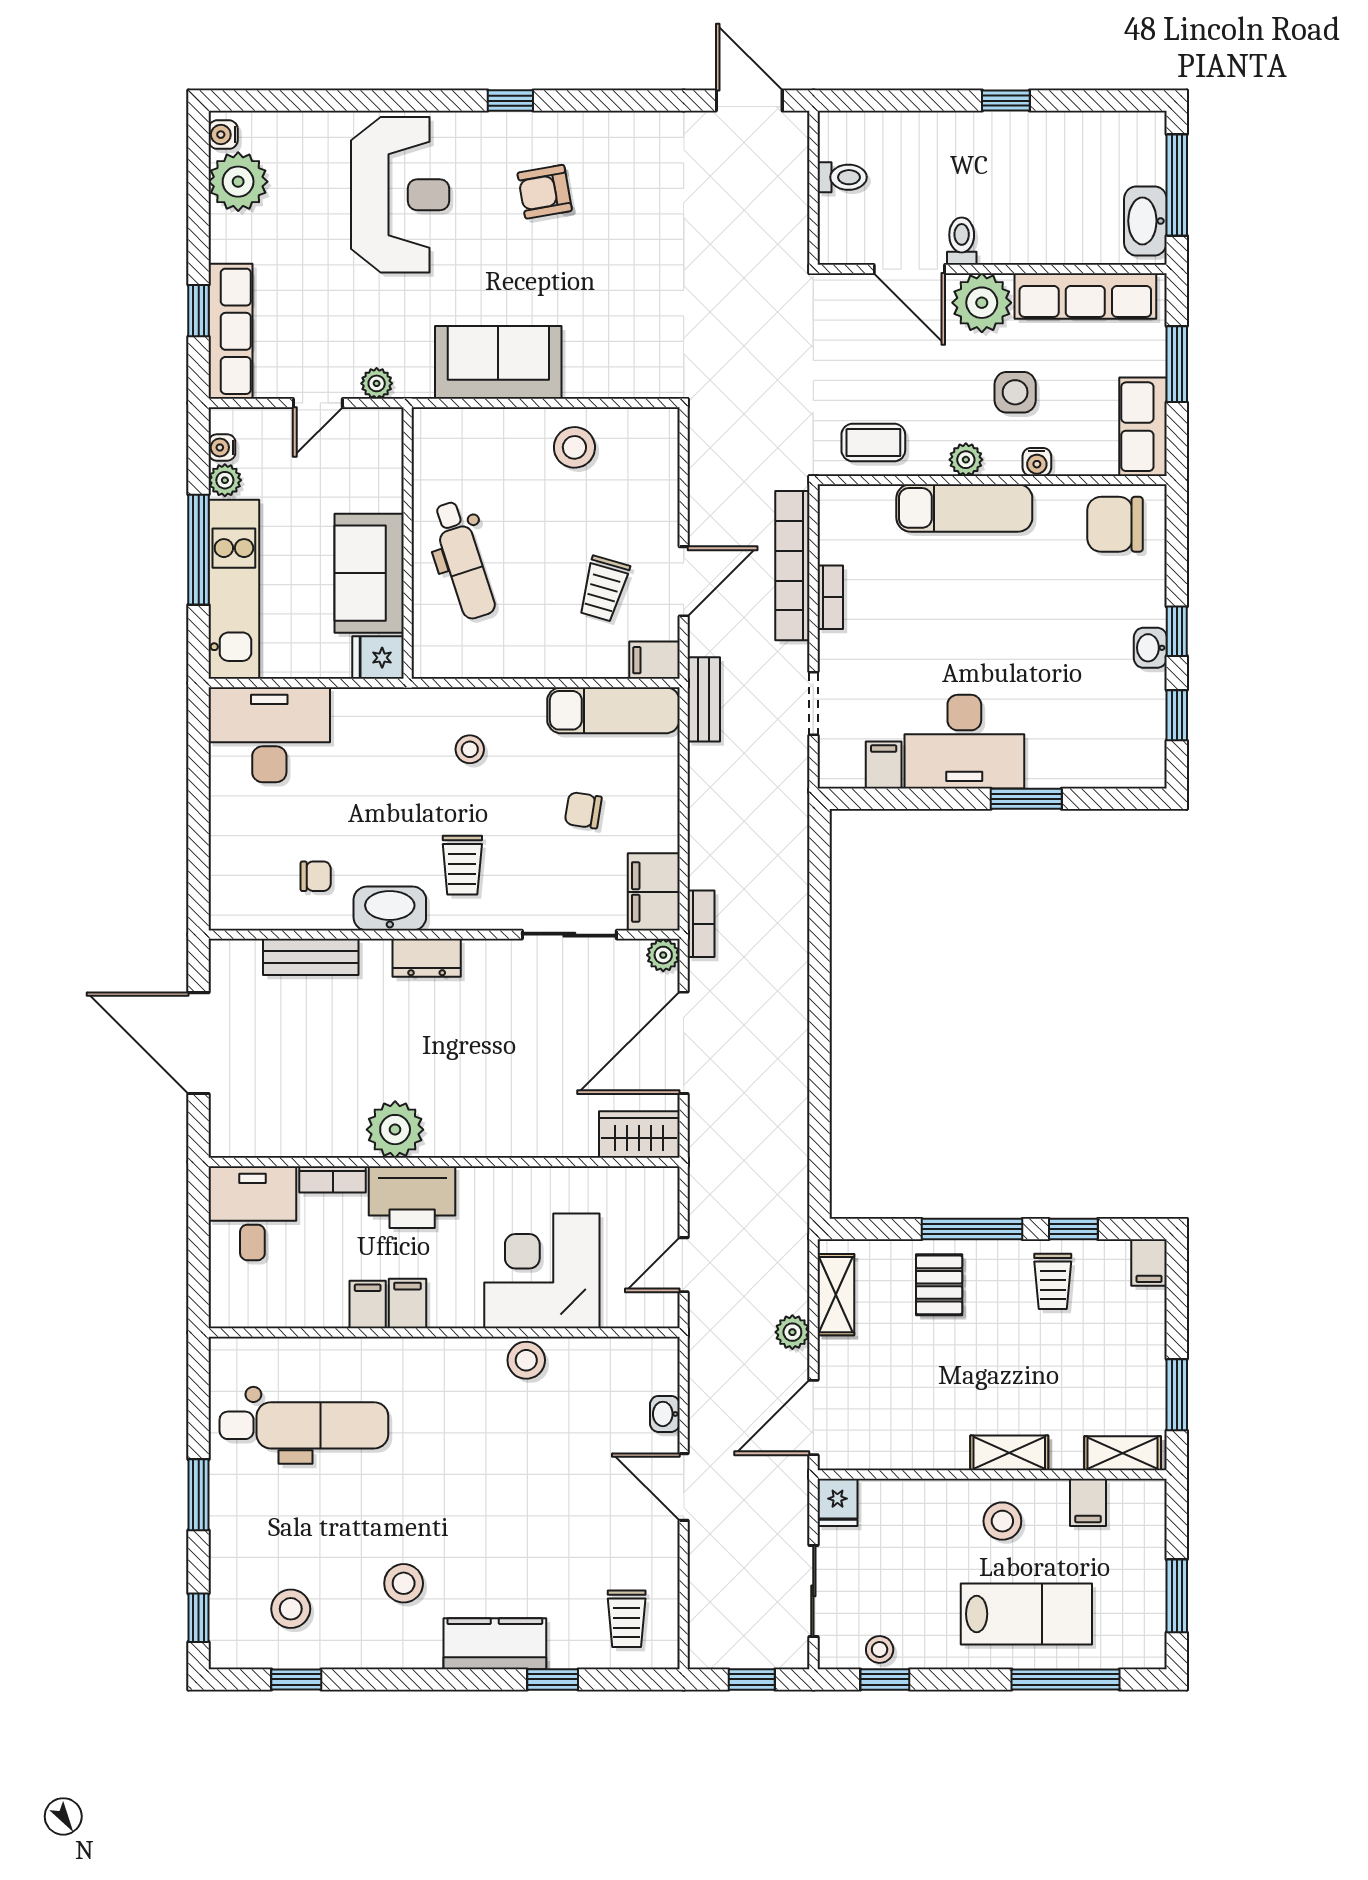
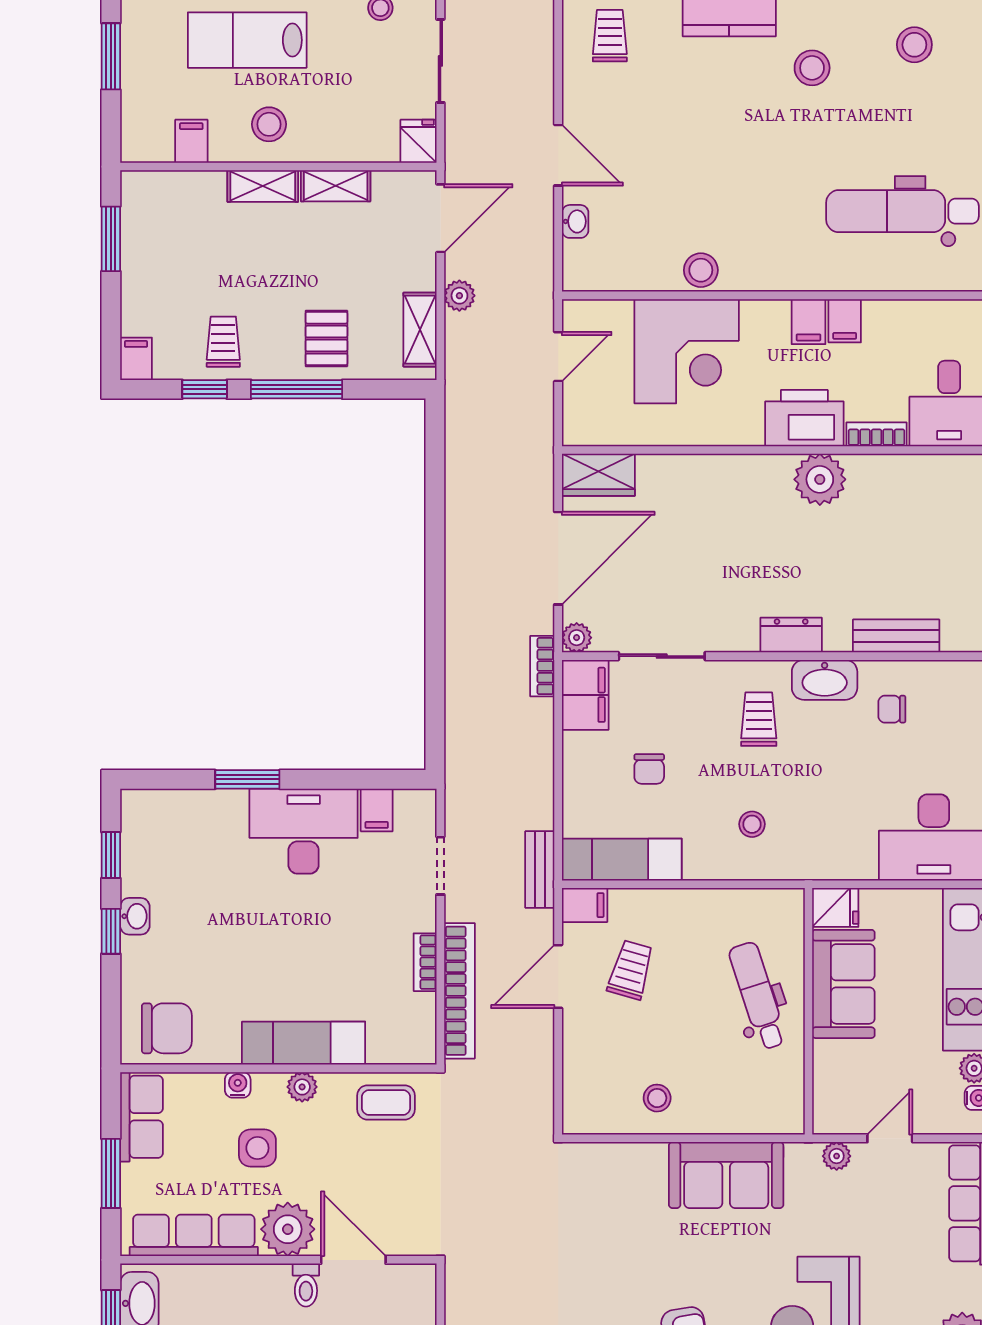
stool: (574, 447) -> (657, 1098), width x0.73, depth x0.73
chair: (583, 810) -> (649, 769), turned 81
shelving: (1123, 1453) -> (336, 186), moved

